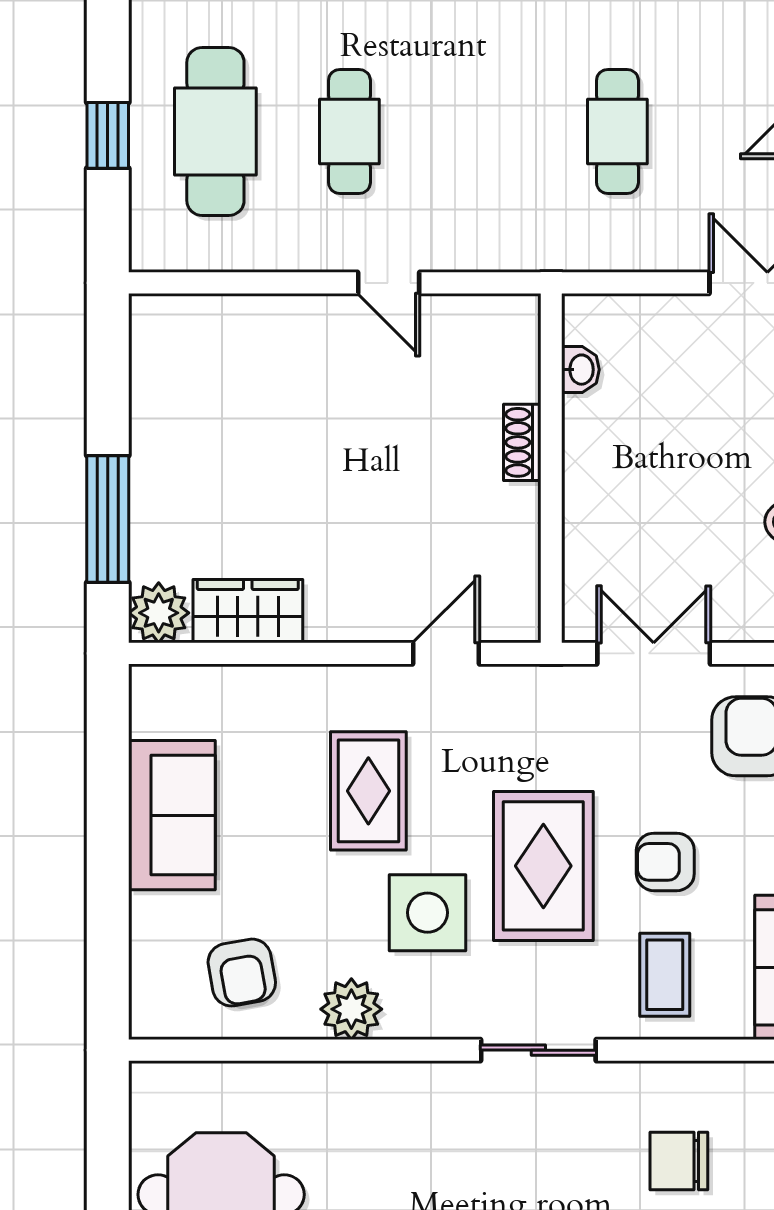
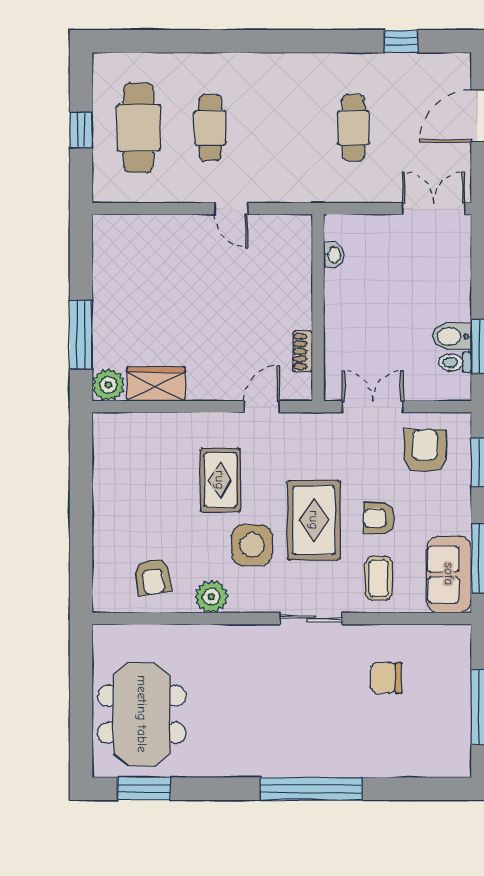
shoe rack: (522, 442) -> (303, 351), moved
sofa: (172, 815) -> (115, 493), removed

